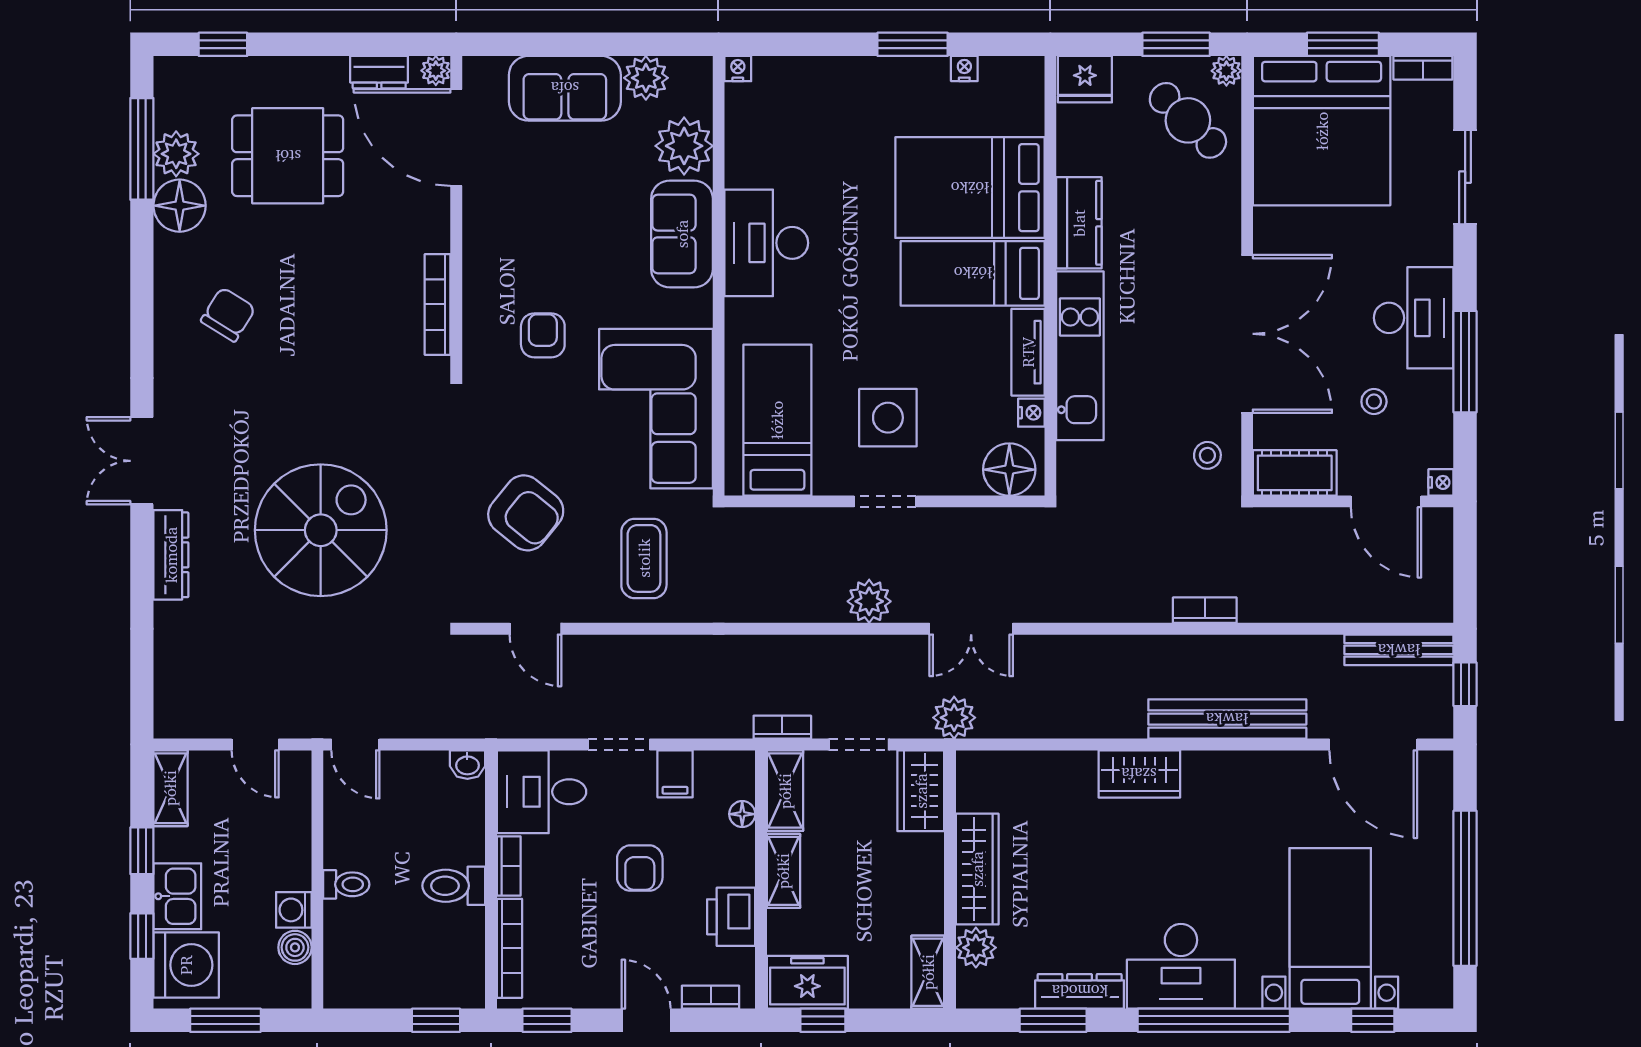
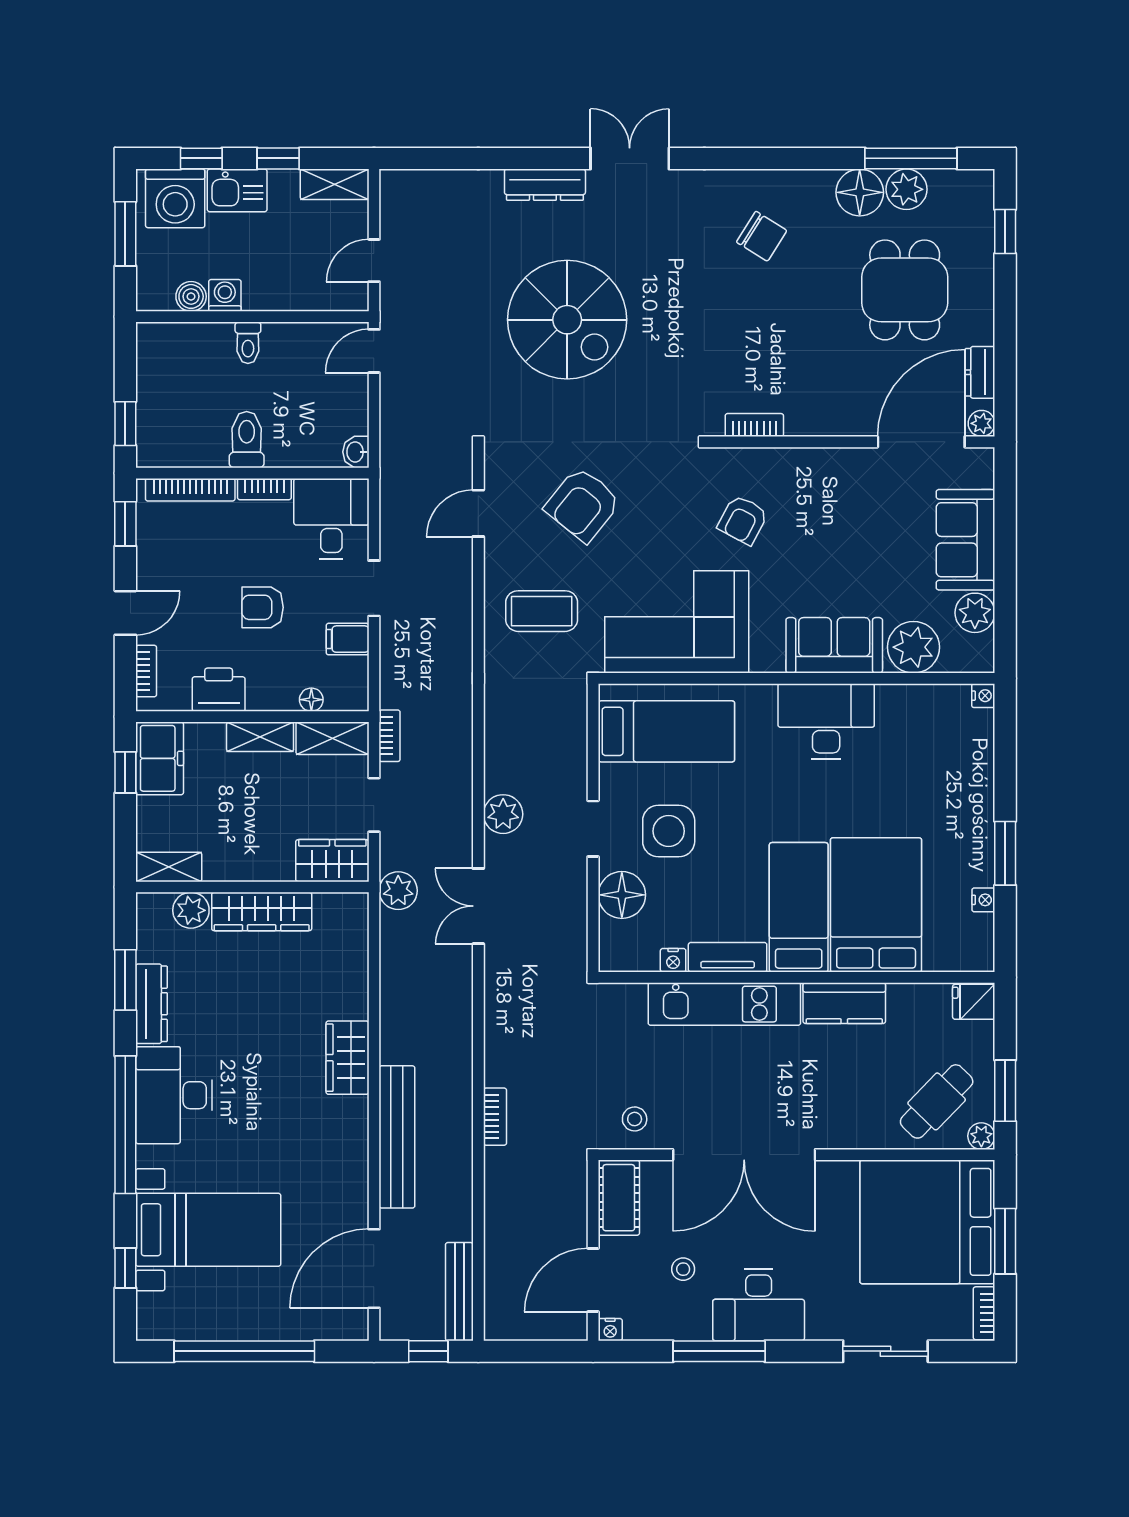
fridge: (1085, 79) -> (974, 1002), width x0.72
bookcase: (438, 304) -> (754, 425), width x0.64
armchair: (543, 335) -> (743, 520), turned 118
floor lamp: (1009, 470) -> (622, 895), moved

